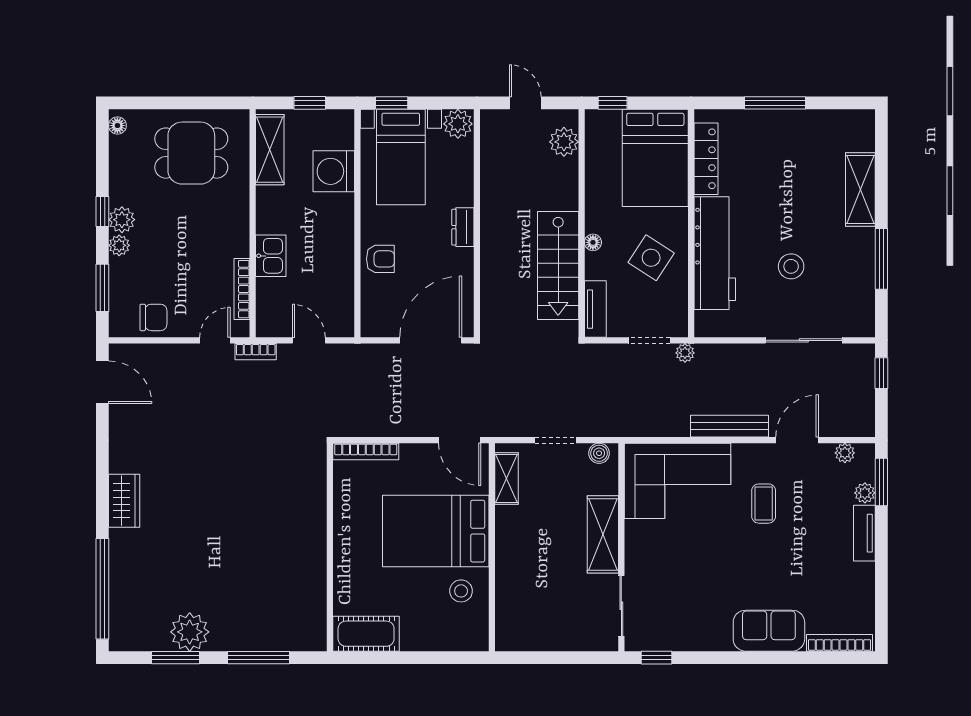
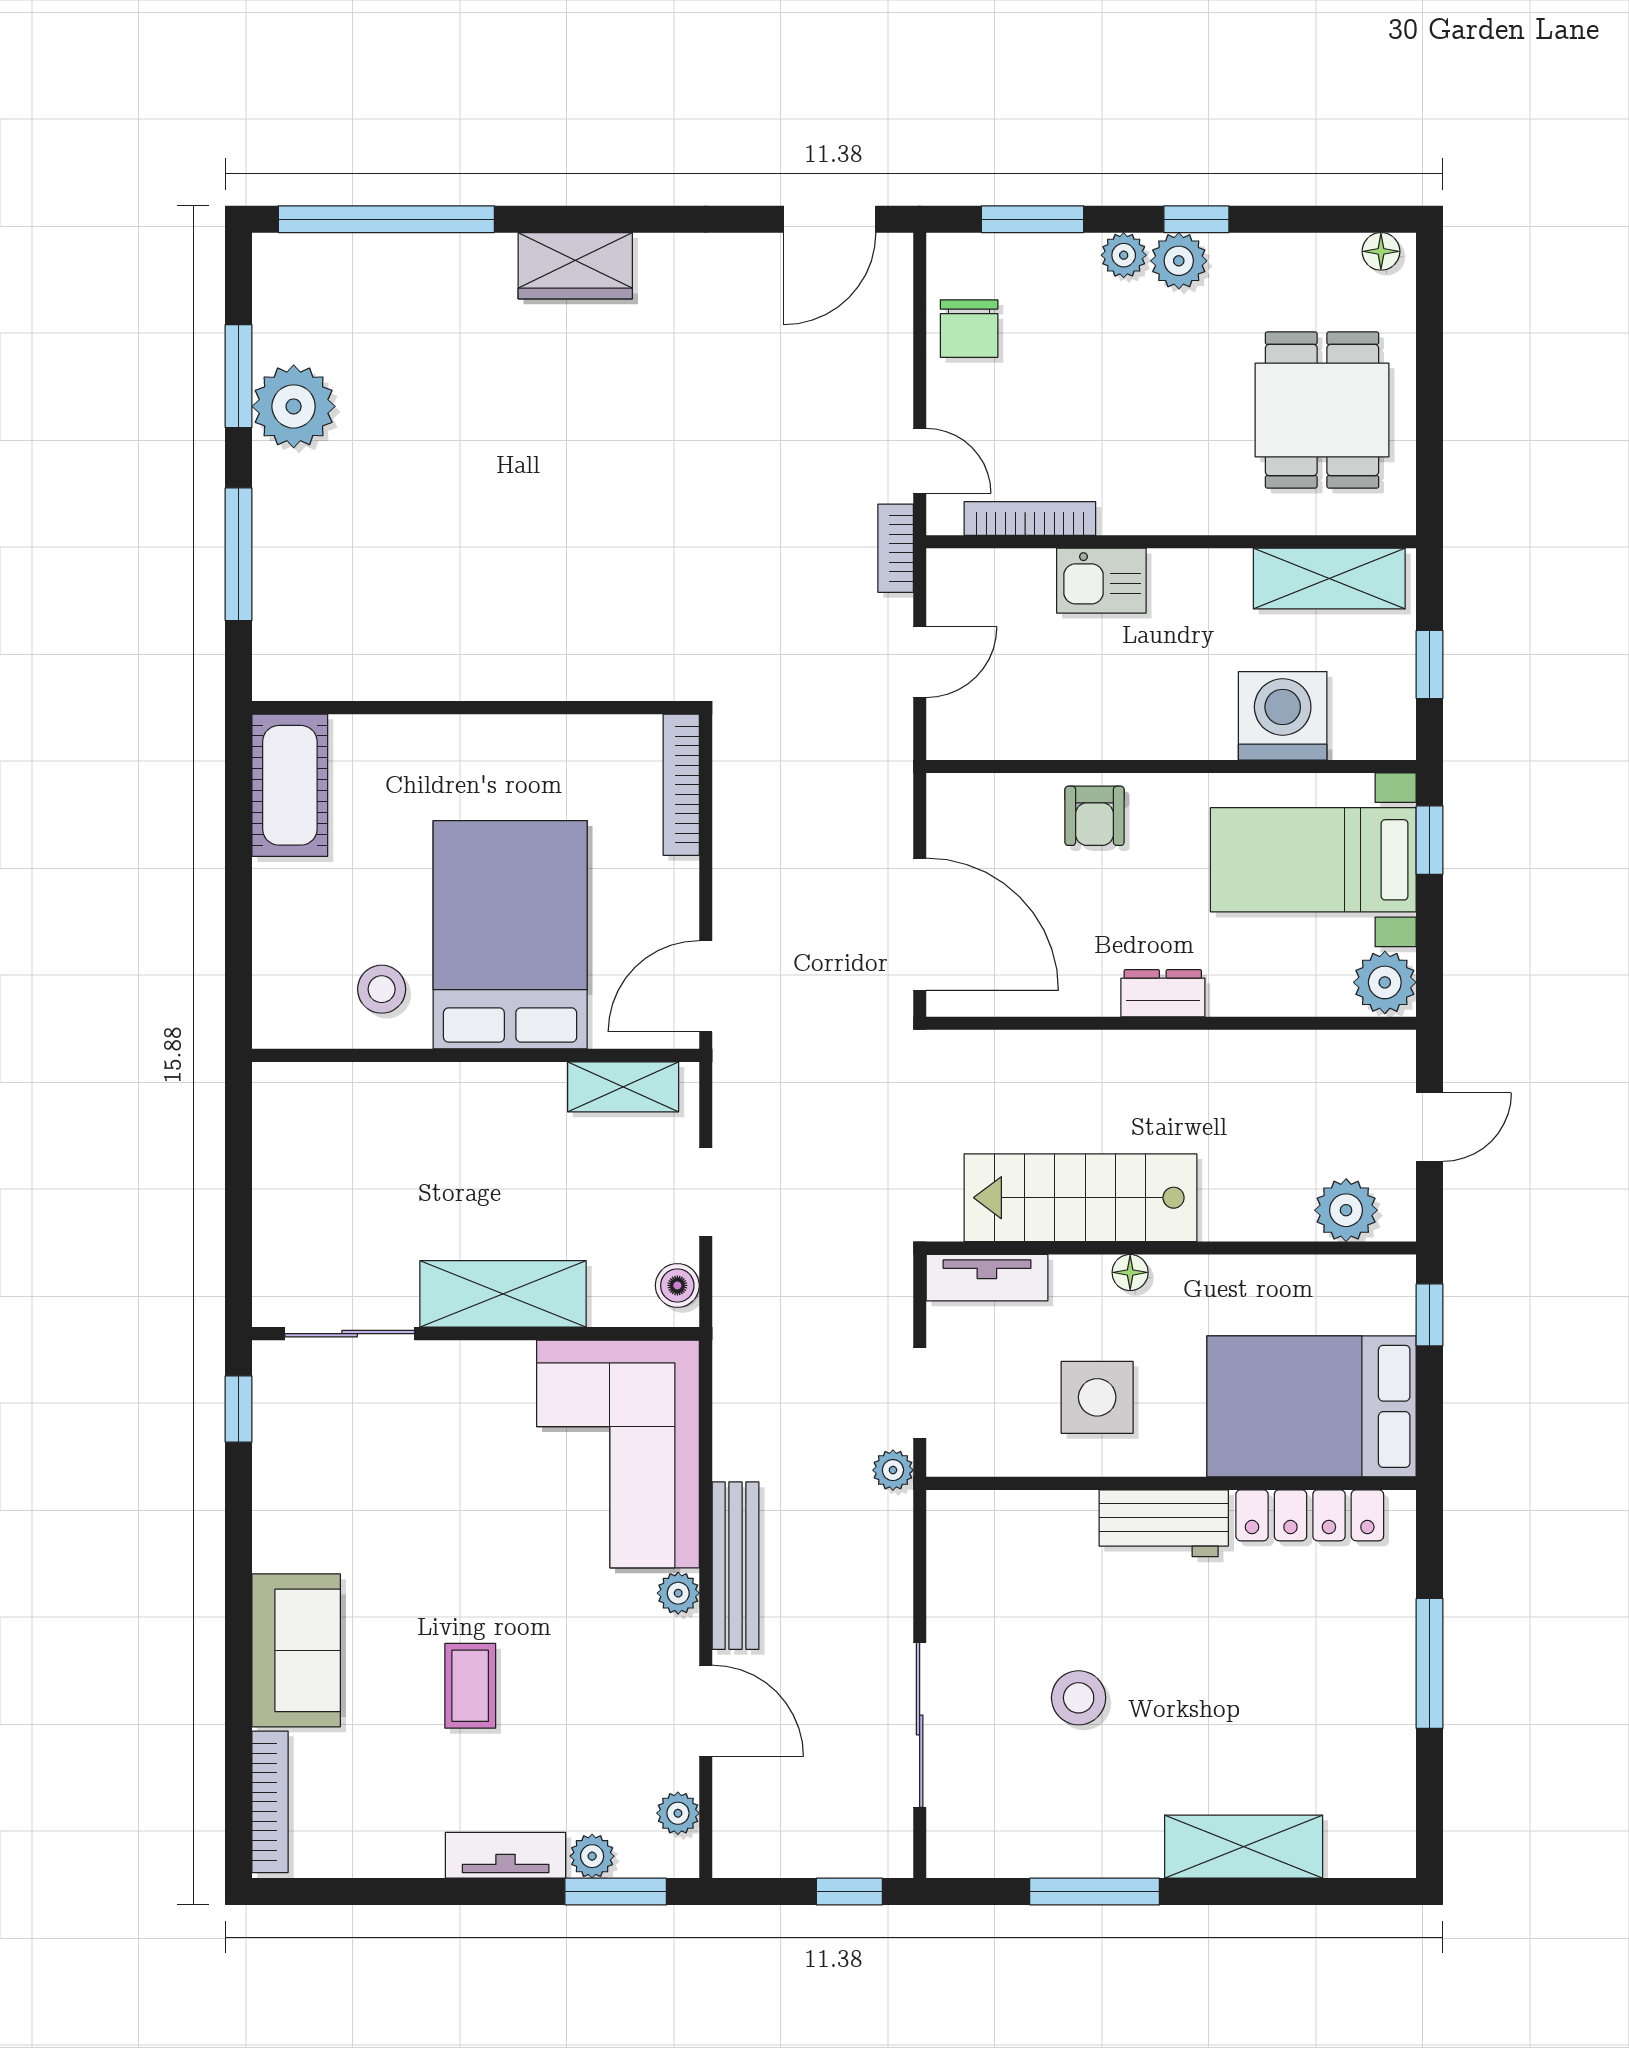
workbench: (715, 253) -> (1164, 1523), width x0.53, depth x0.76
side table: (651, 258) -> (1097, 1397), turned -33
plant: (742, 453) -> (678, 1593), added
coffee table: (764, 504) -> (470, 1686), moved, turned 90

